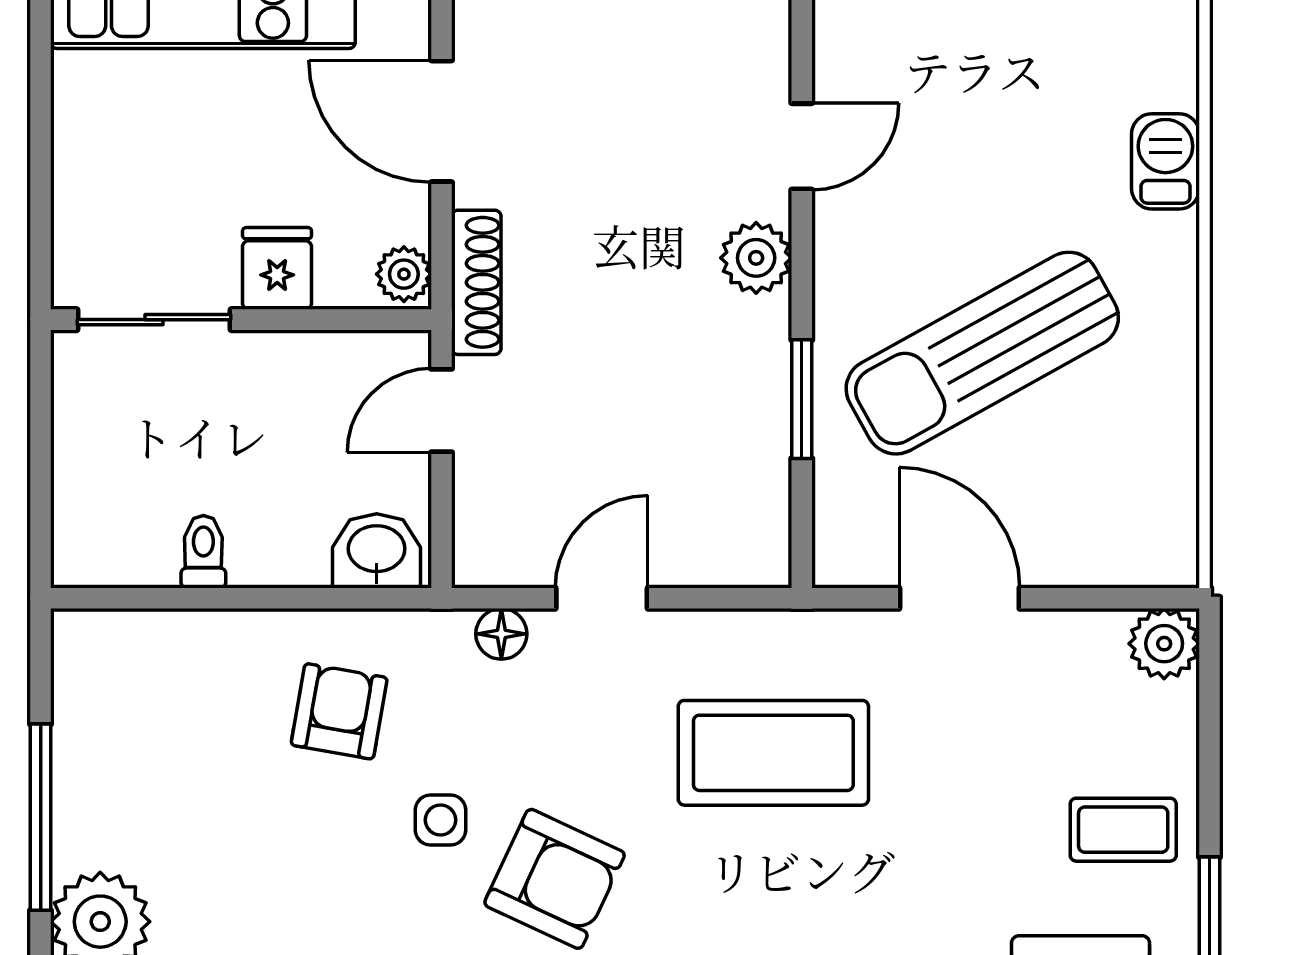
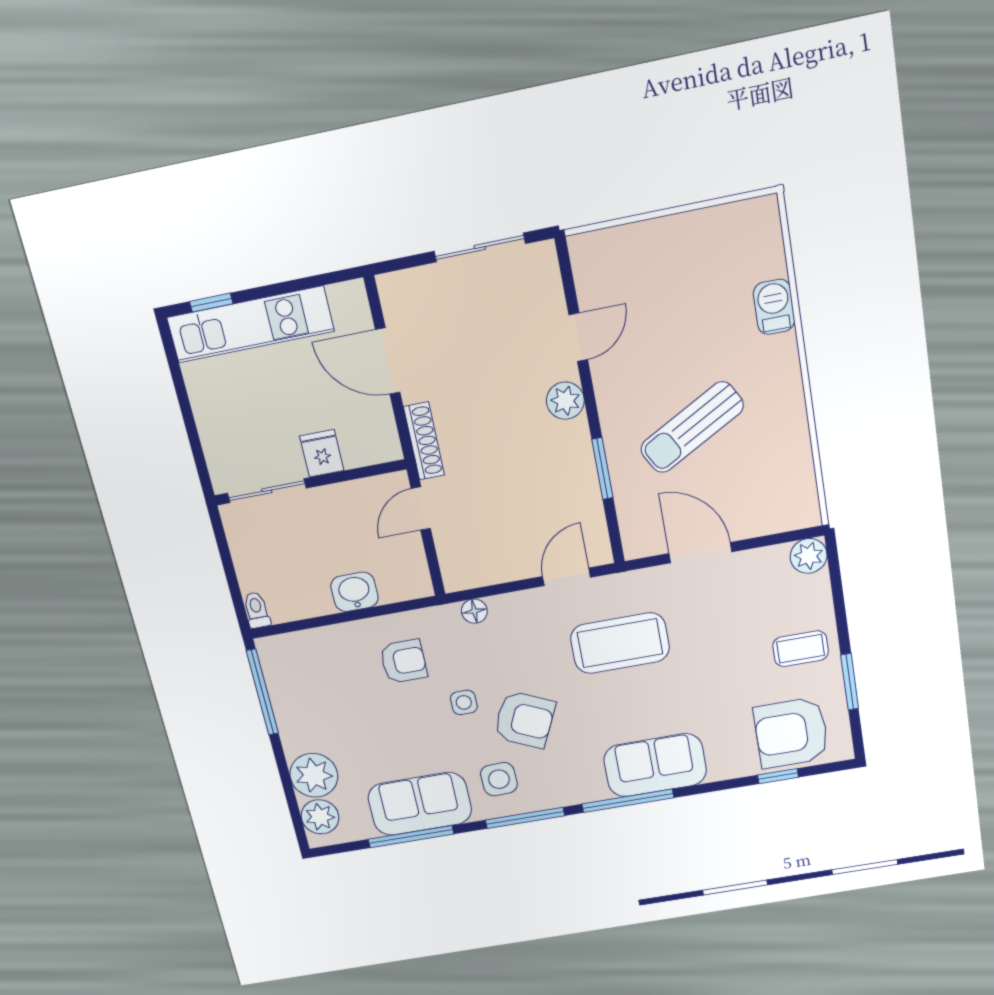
plant: (404, 274) -> (386, 444), removed
sun lounger: (982, 353) -> (692, 427), width x0.73, depth x0.75
washbasin: (377, 551) -> (354, 592), moved
toilet: (203, 552) -> (257, 610), moved
door: (602, 598) -> (567, 577), moved
armchair: (339, 711) -> (404, 661), turned 80
window: (41, 817) -> (262, 692), moved

